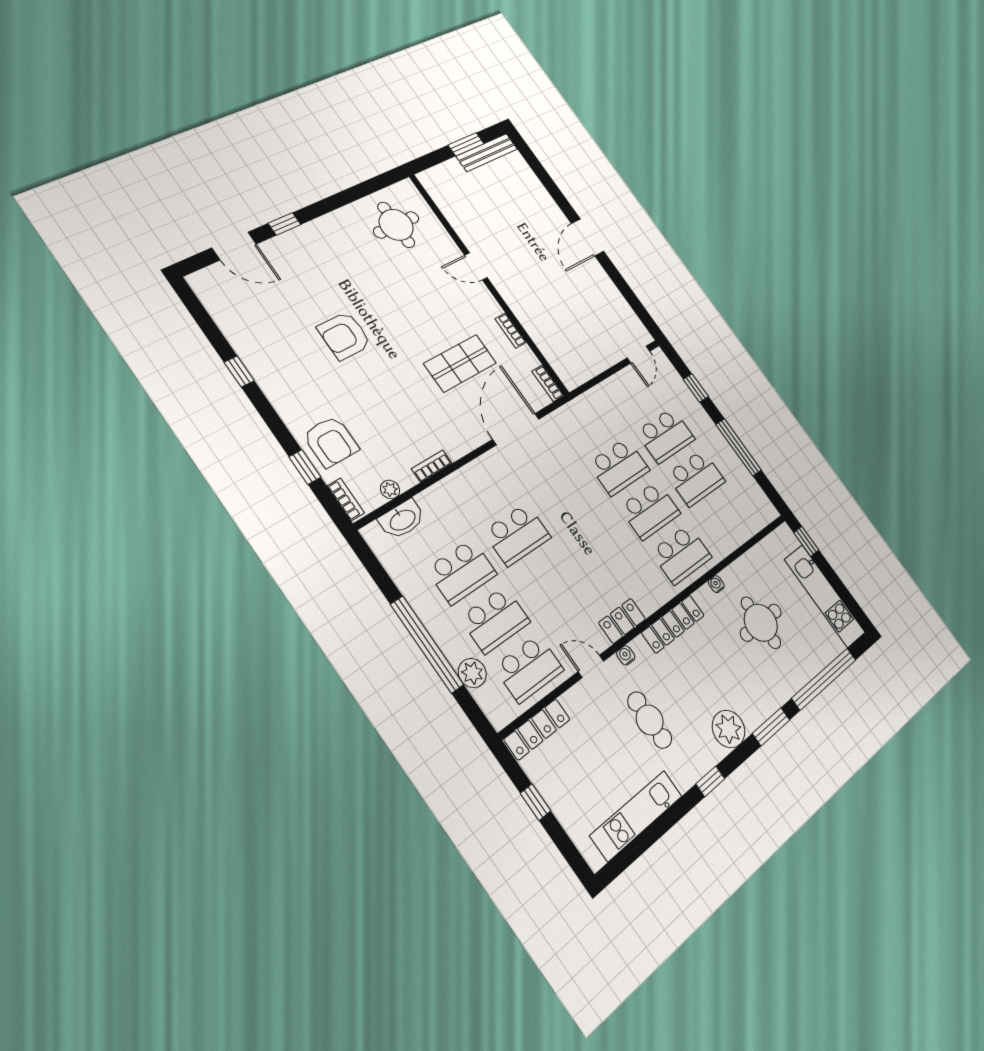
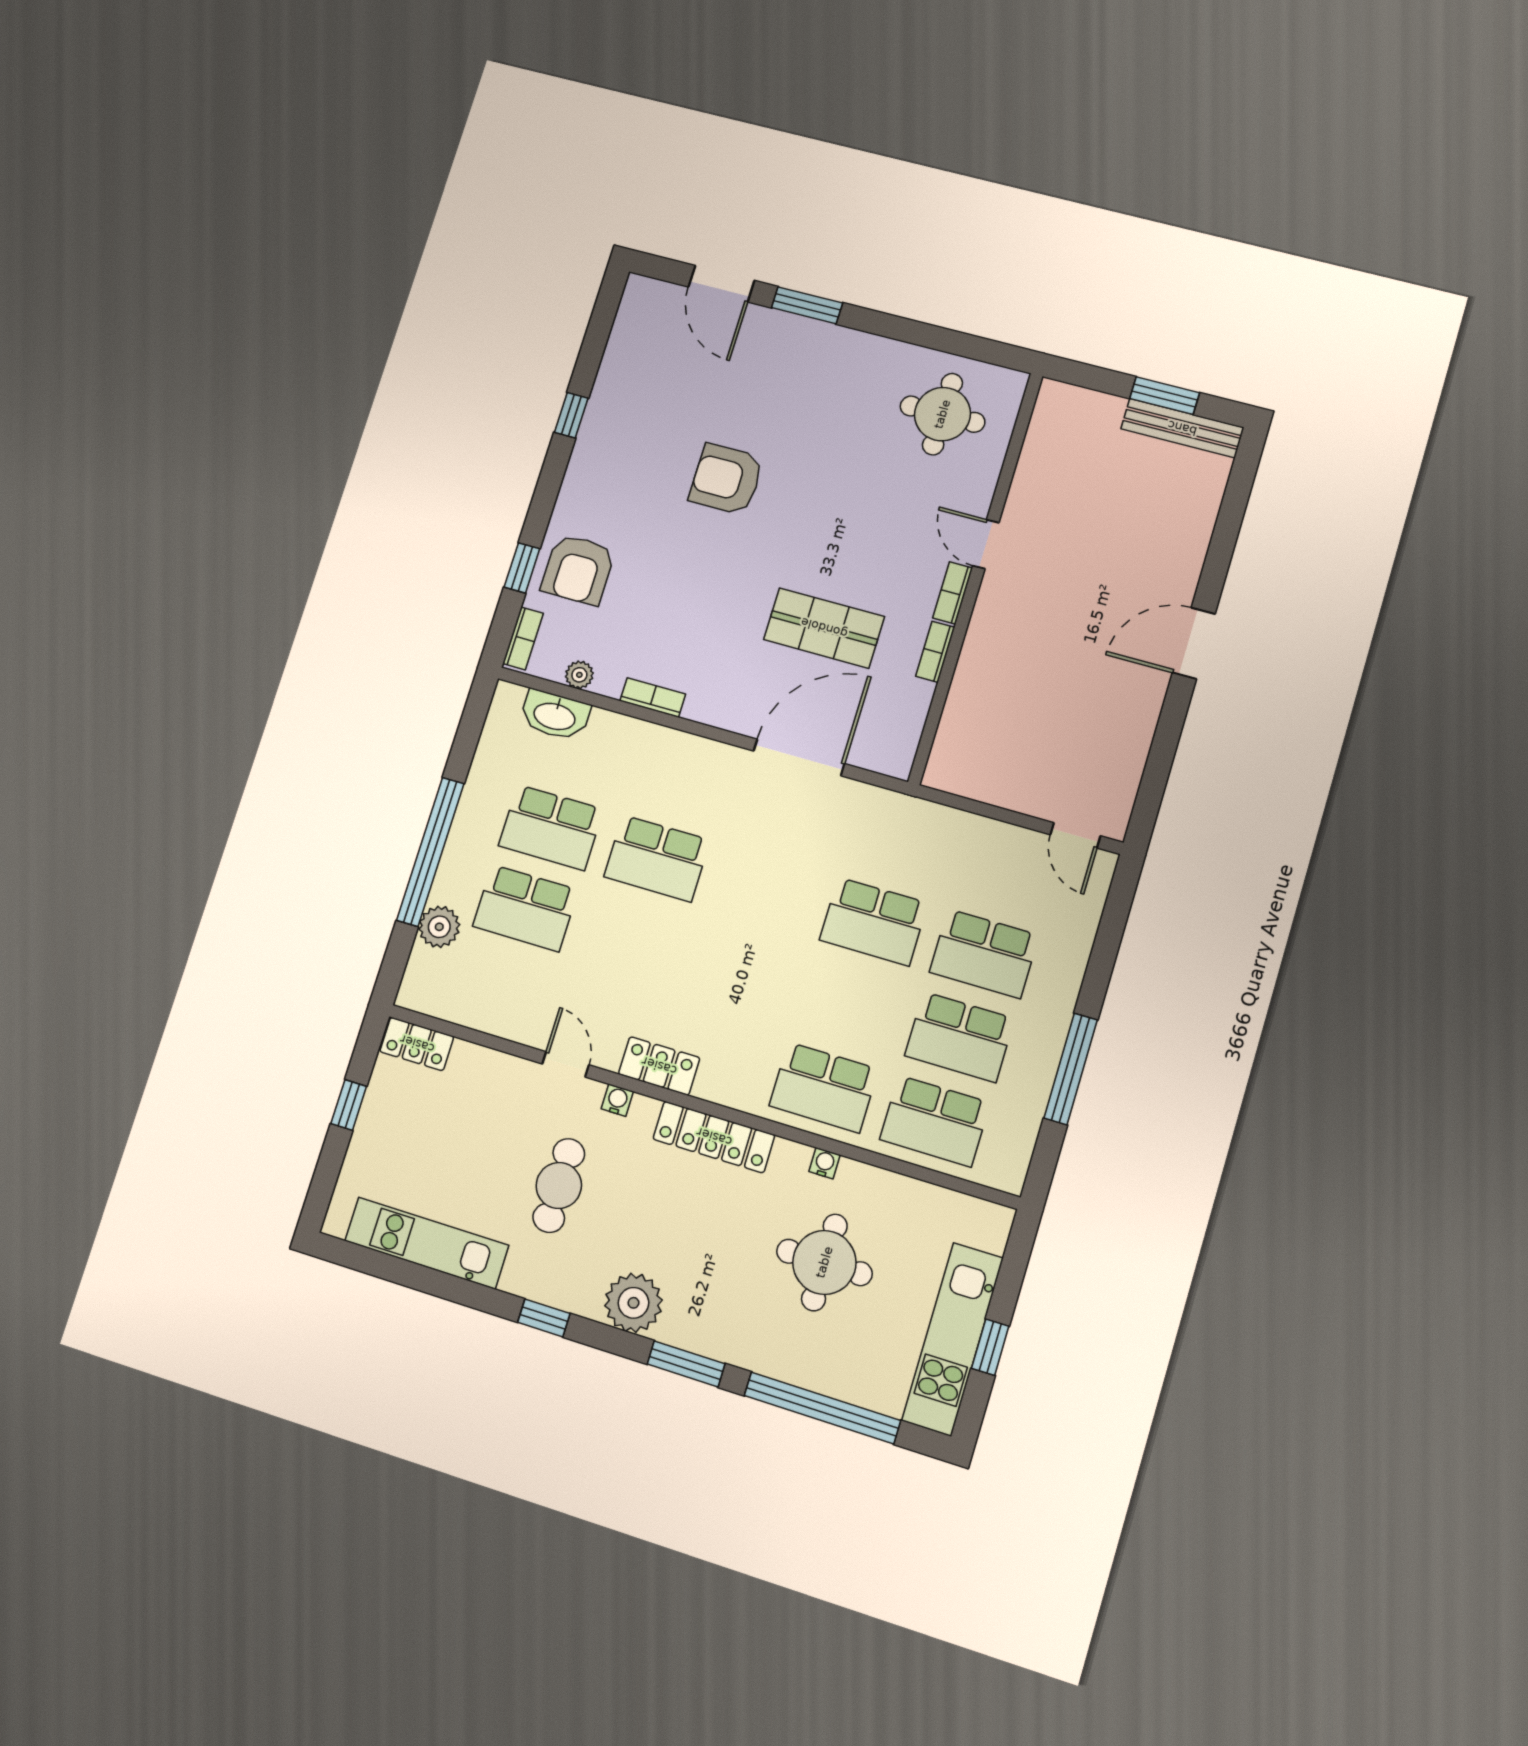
window: (284, 224) -> (807, 305), width x1.50
door: (638, 355) -> (1075, 835), hinge flipped
bookcase: (548, 383) -> (953, 593), moved
window: (696, 388) -> (1106, 948), removed
school desk: (650, 510) -> (935, 1121), moved
window: (806, 541) -> (990, 1347), moved
school desk: (529, 668) -> (500, 989), removed
locker: (537, 729) -> (417, 1044), width x0.66

